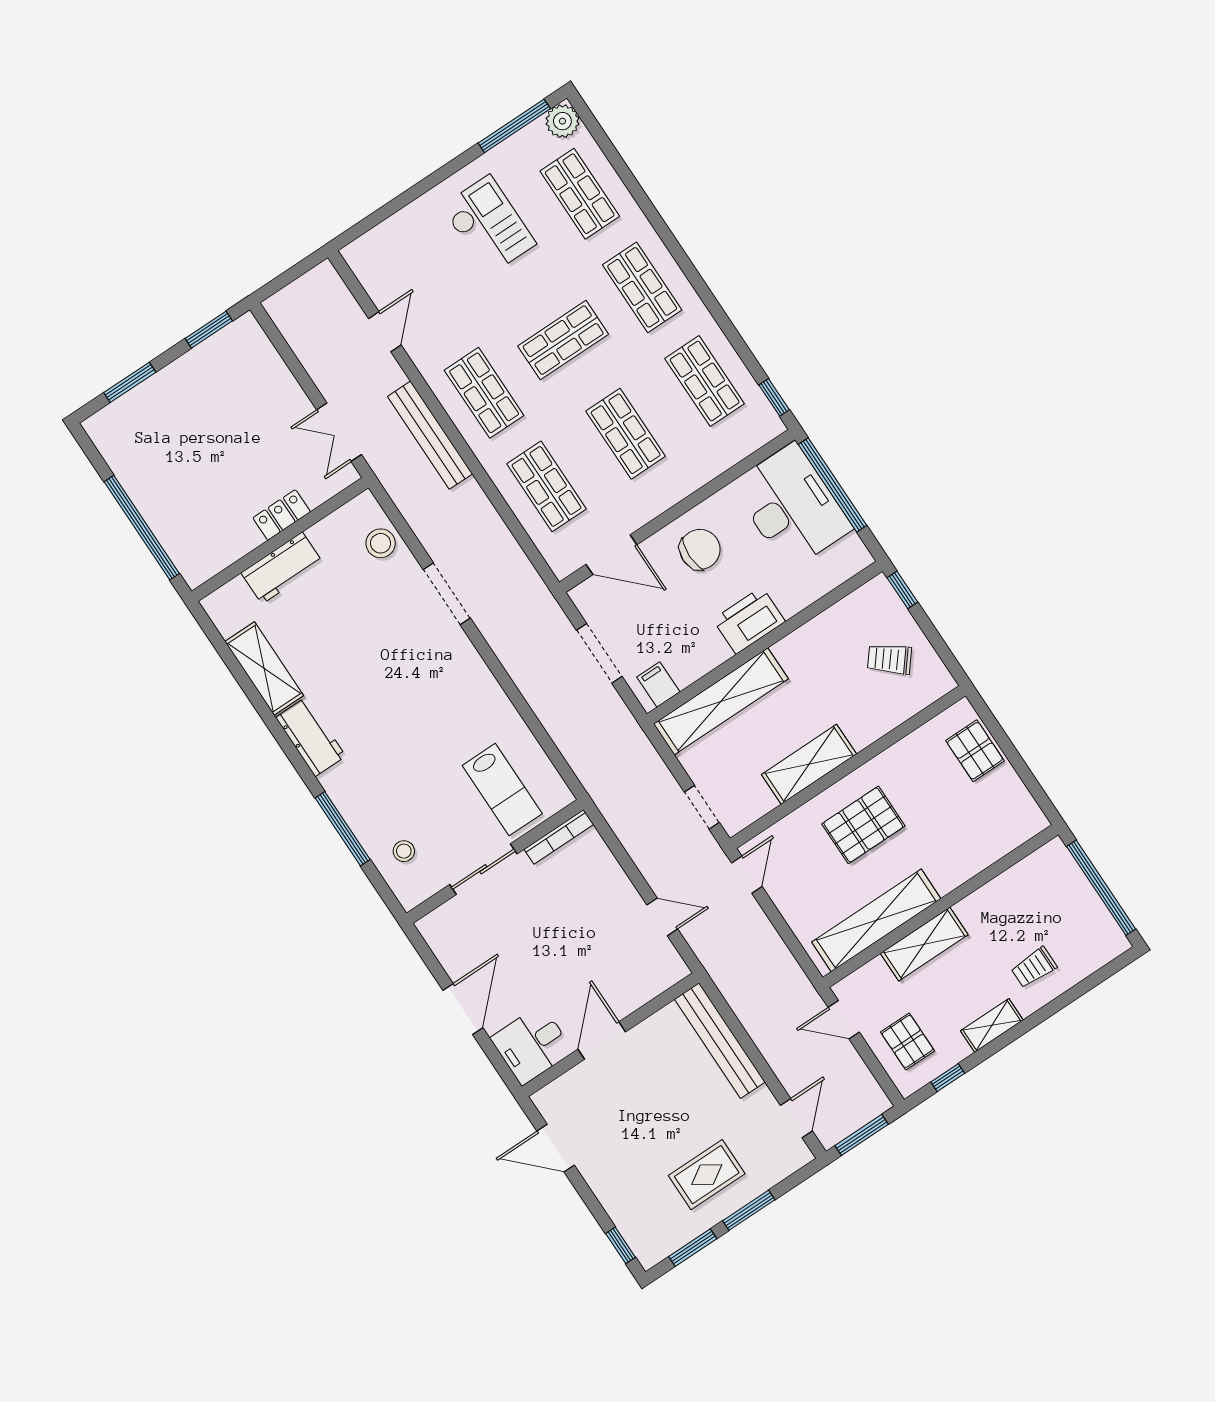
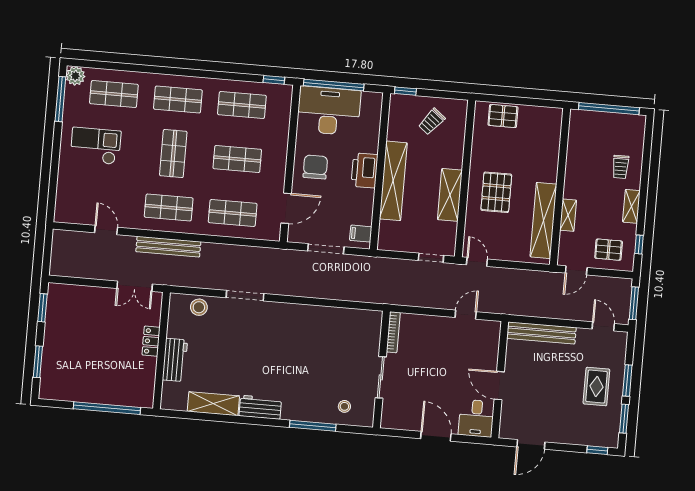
shelving: (721, 701) -> (393, 181), moved
lab bench: (502, 790) -> (352, 341), removed
shelving: (924, 944) -> (568, 215), width x0.67, depth x0.75

